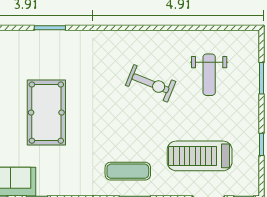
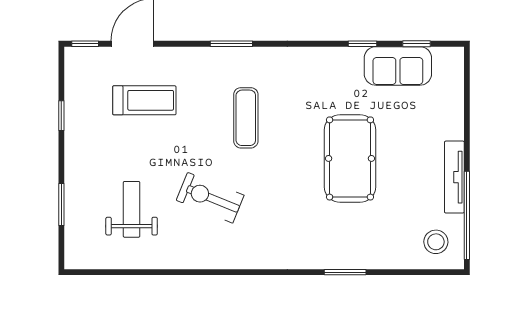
treadmill: (200, 156) -> (144, 100), width x0.73, depth x0.73
exercise mat: (128, 171) -> (246, 118), moved, turned 90

